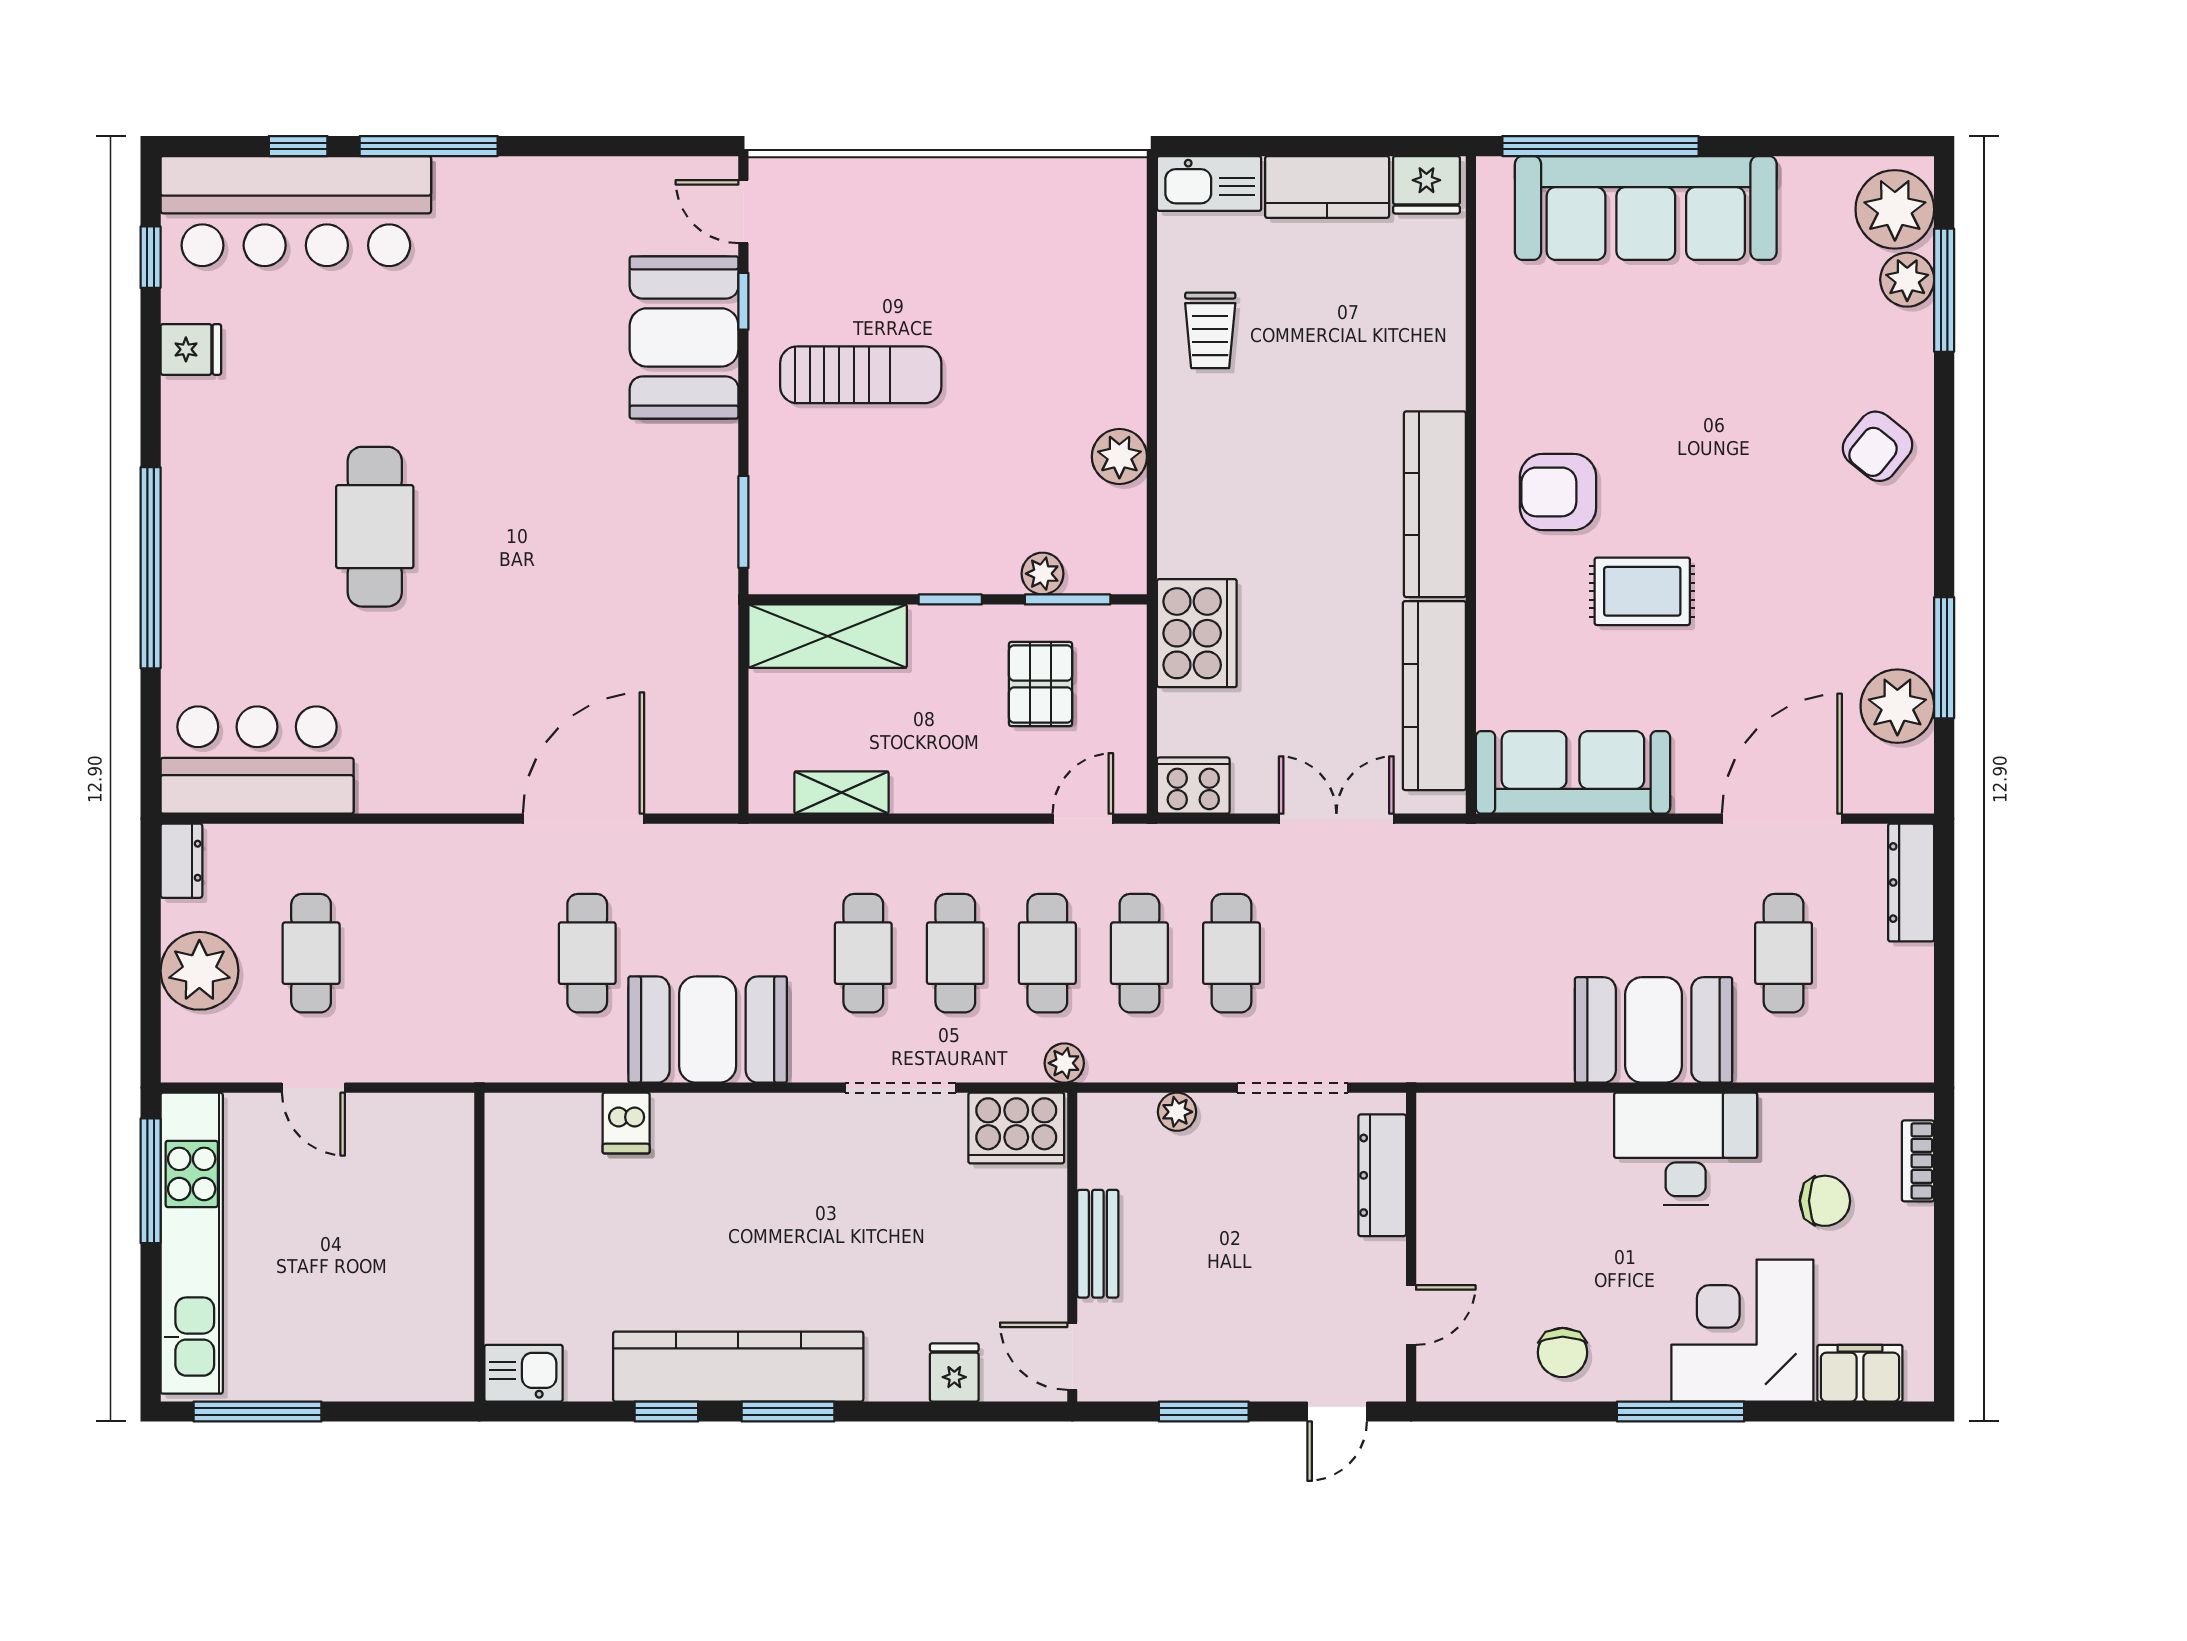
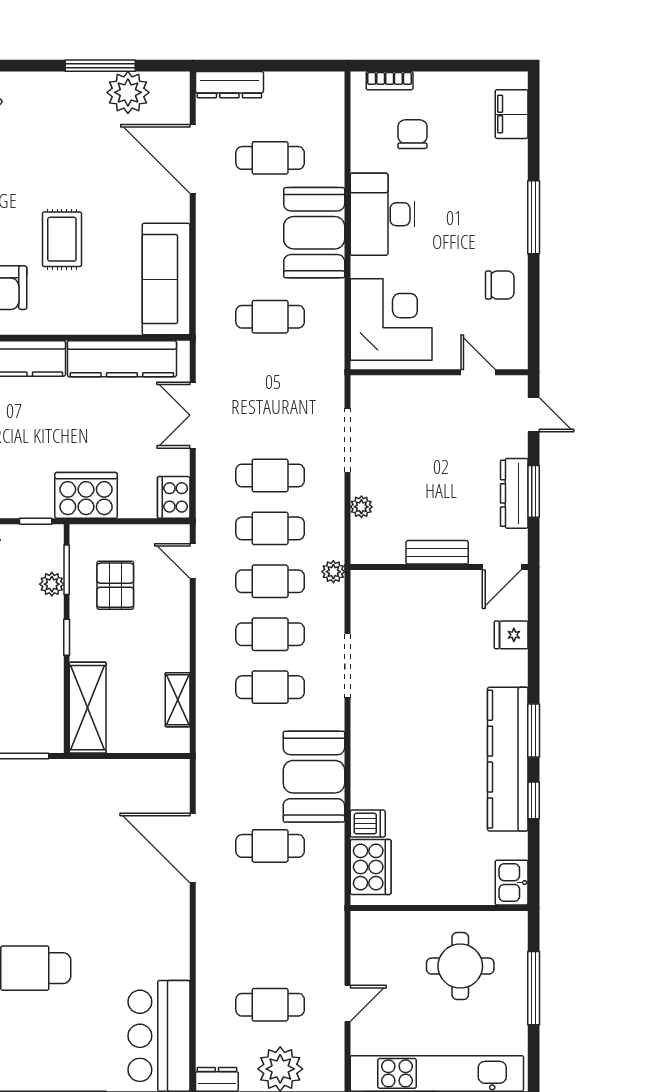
window: (1152, 546) -> (36, 521), added
pallet: (1041, 684) -> (115, 585), turned 90
cafe table: (1508, 953) -> (270, 317), added
cooker: (1016, 1128) -> (371, 867), moved
dresser: (1382, 1175) -> (514, 493), moved, turned 90
round table: (378, 1284) -> (460, 966), added
corner desk: (1742, 1331) -> (391, 319), moved, turned 180
window: (258, 1412) -> (534, 988), moved

